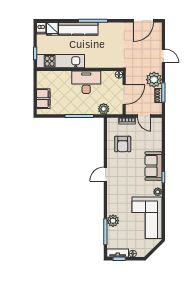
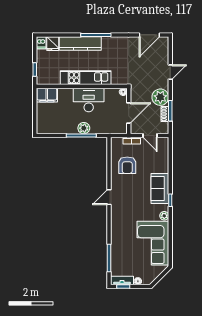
door: (163, 56) -> (170, 72), hinge flipped
kitchen unit: (60, 61) -> (86, 78), moved
filing cabinet: (43, 99) -> (47, 95), moved, turned 90
plant: (104, 109) -> (84, 128), moved
plant: (113, 221) -> (117, 246), removed

